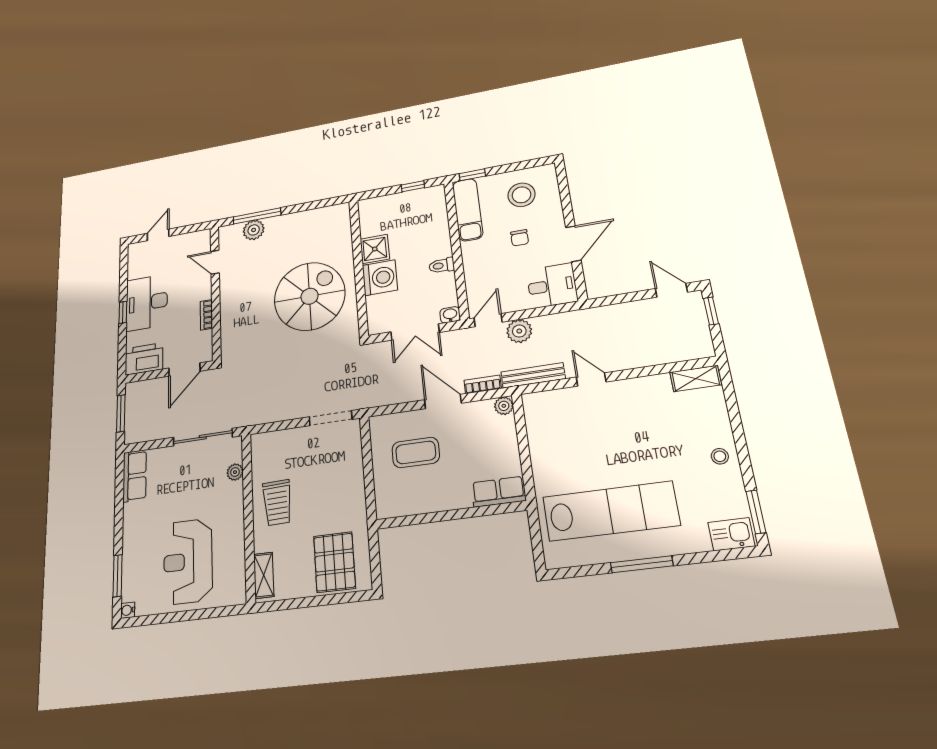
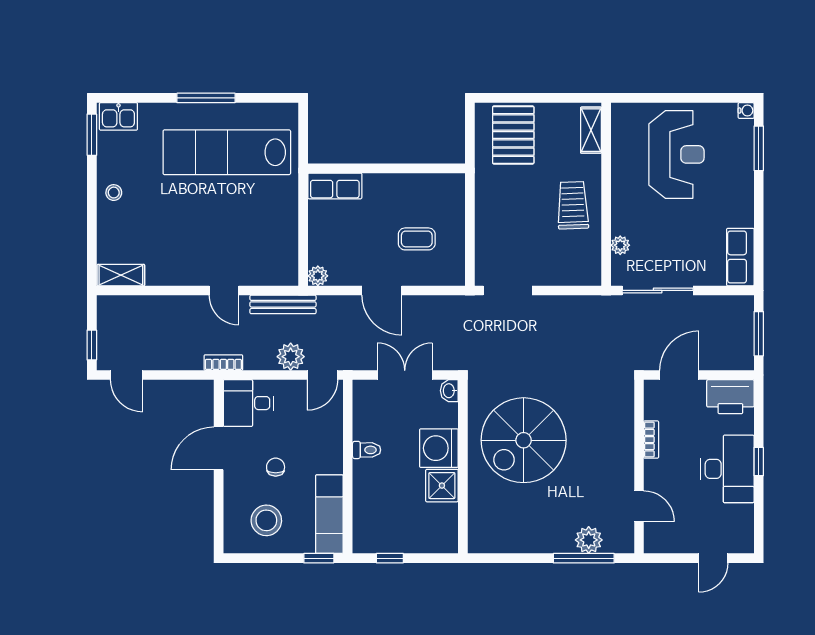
washbasin: (450, 315) -> (449, 391), moved, turned 90
bookcase: (483, 384) -> (223, 363), moved, turned 180
coffee table: (416, 452) -> (417, 239), width x0.73, depth x0.77

